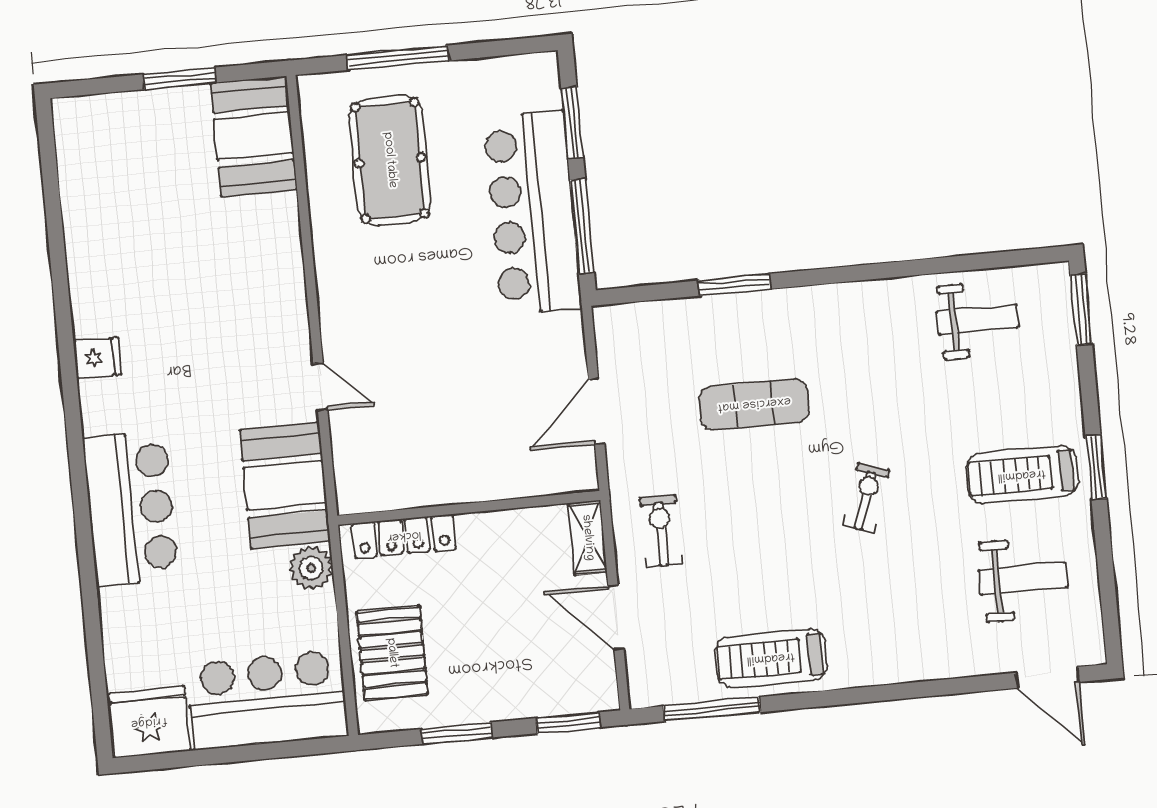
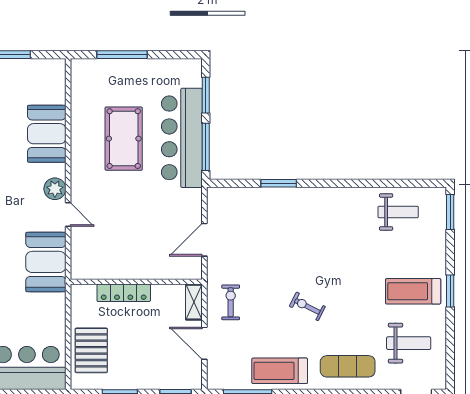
booth: (254, 136) -> (47, 134), moved
pool table: (390, 160) -> (124, 139), moved
exercise mat: (754, 404) -> (348, 366), moved
exercise bike: (866, 498) -> (307, 306), moved, turned -82
locker: (404, 536) -> (124, 293), moved
plant: (311, 568) -> (55, 189), moved

